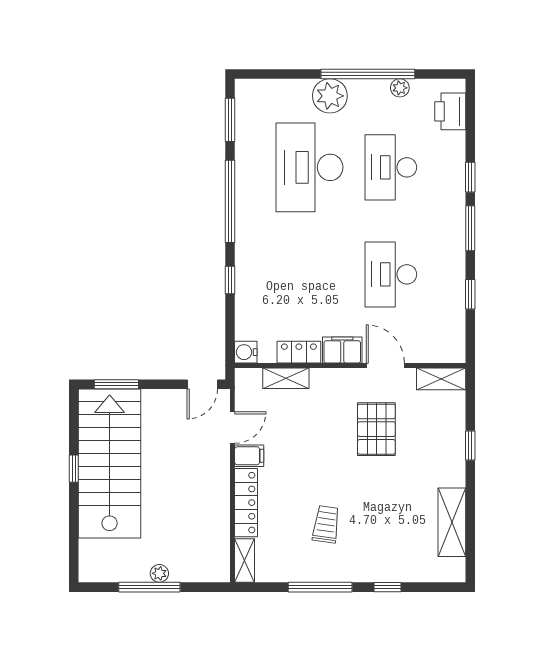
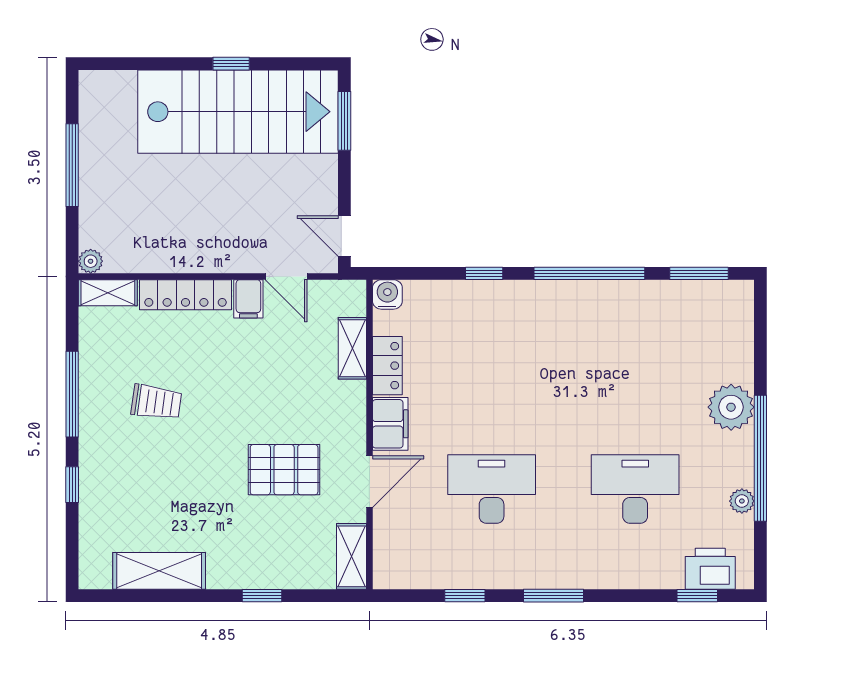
desk: (309, 167) -> (635, 380), removed
window: (470, 177) -> (697, 596), moved
plant: (159, 573) -> (91, 261), moved

